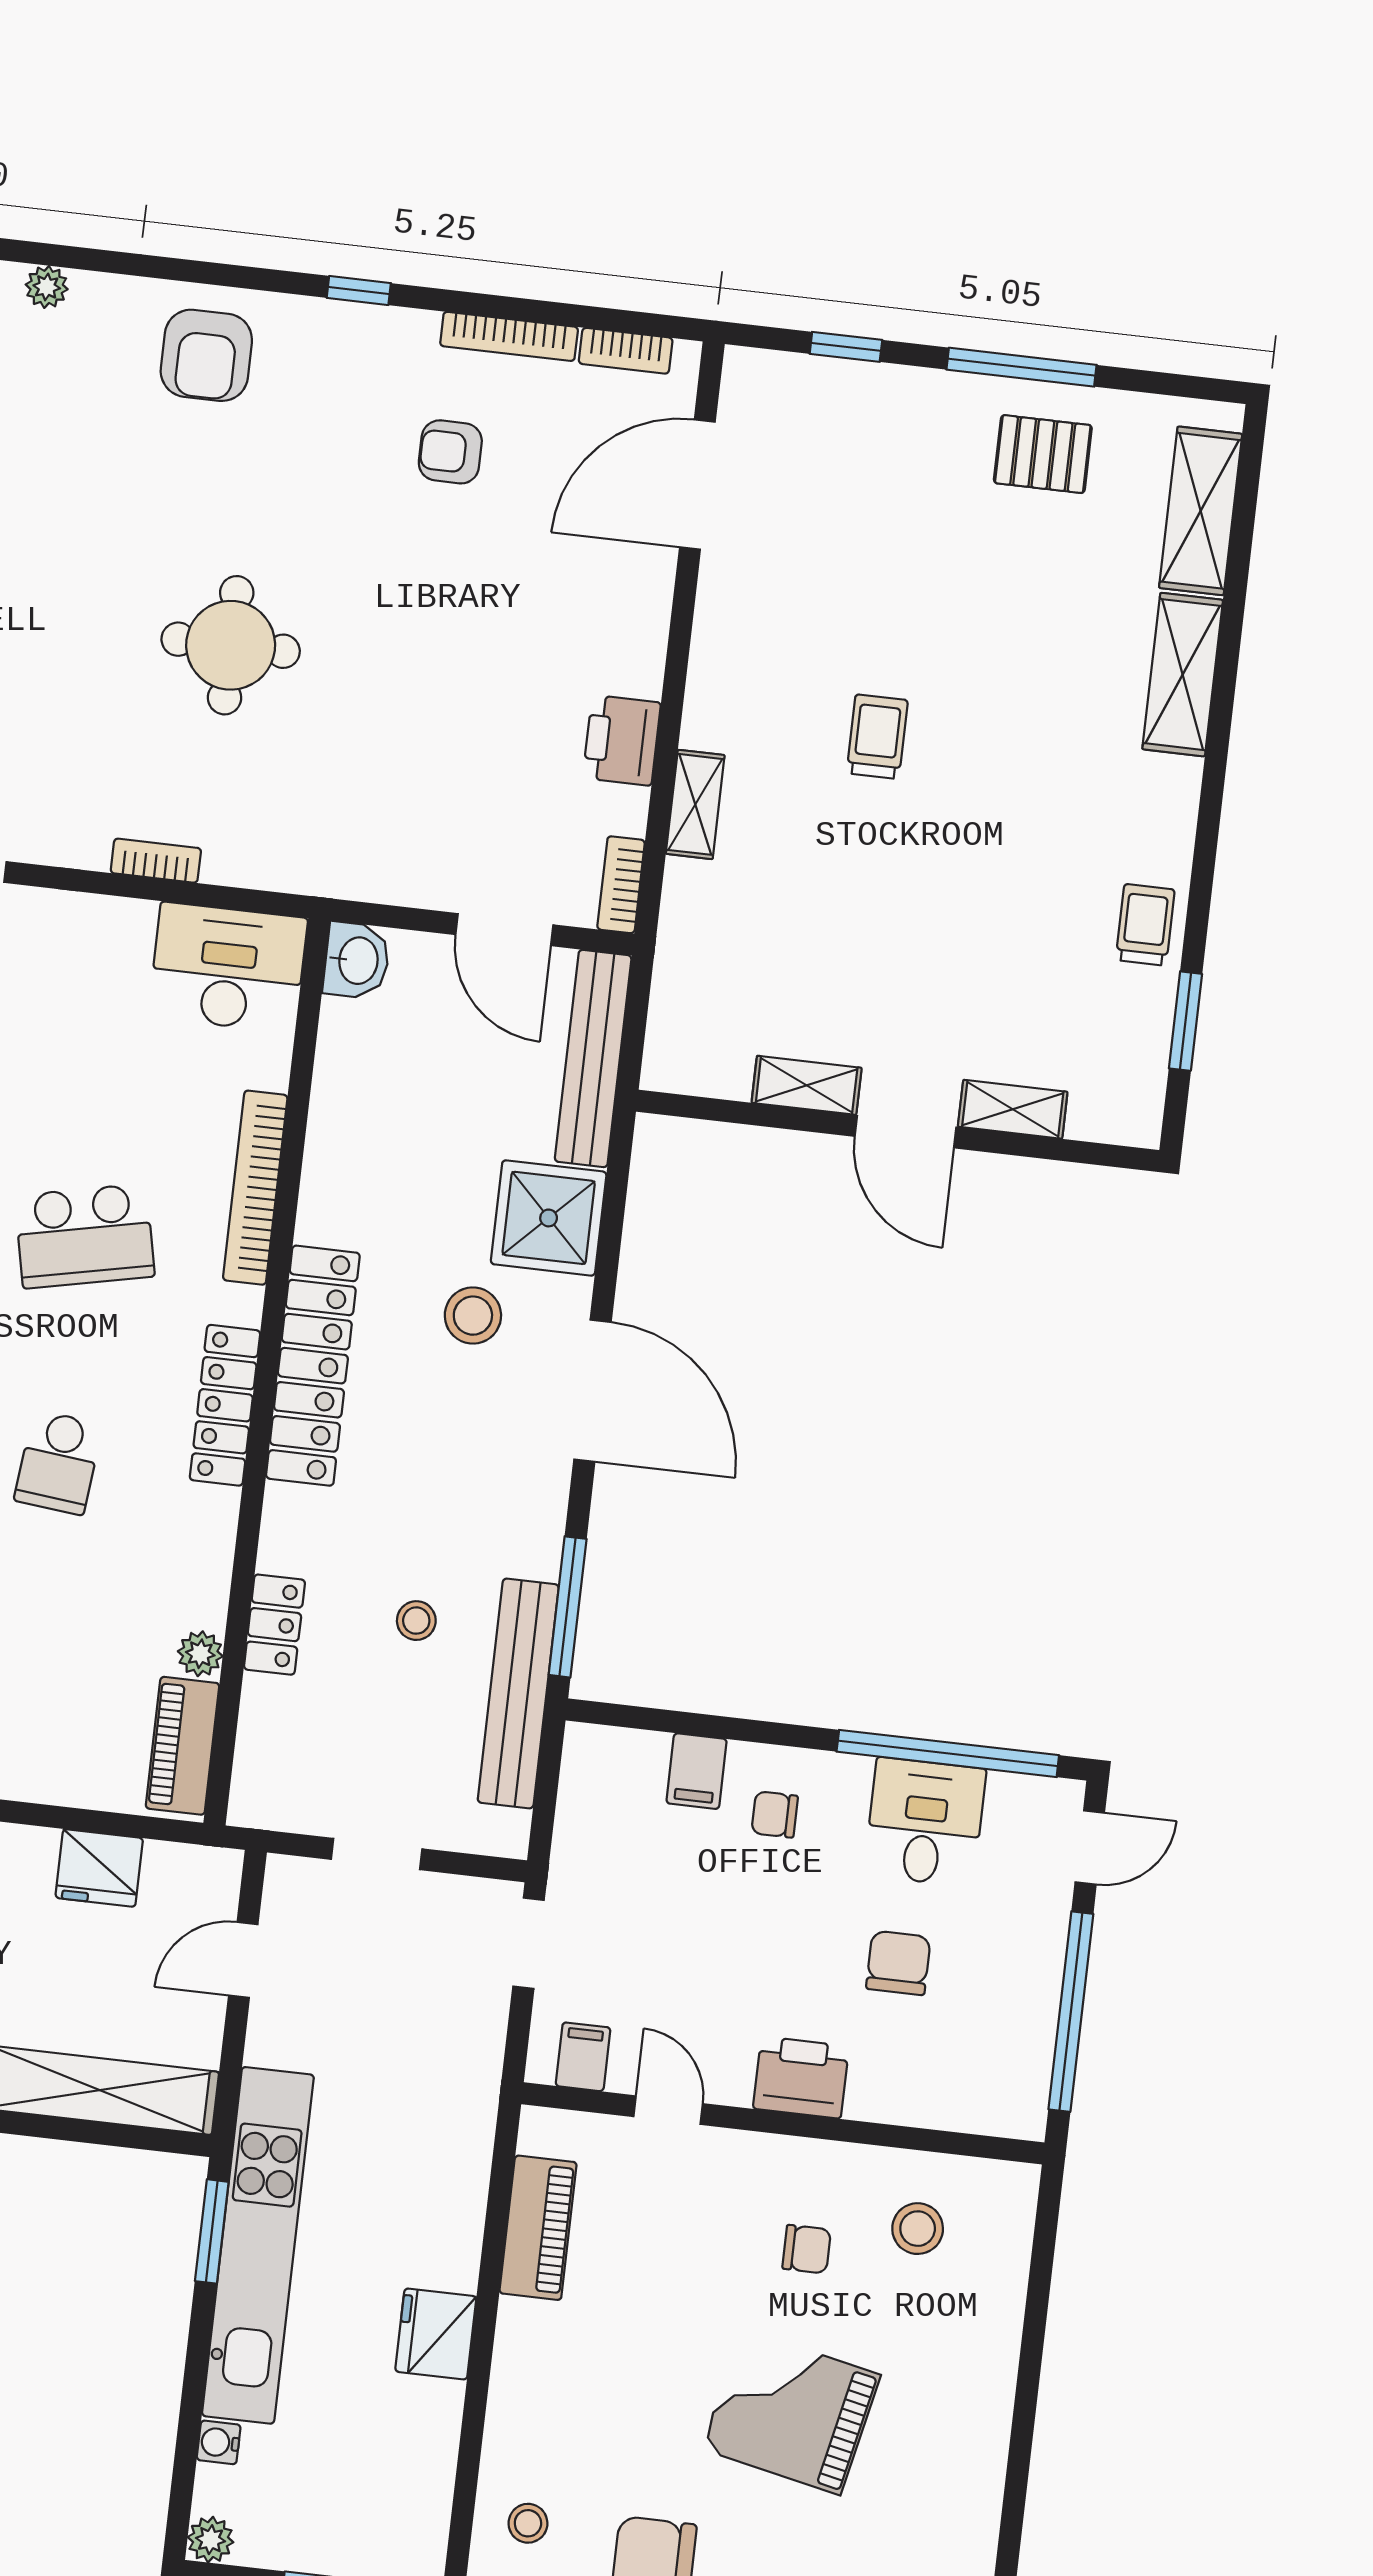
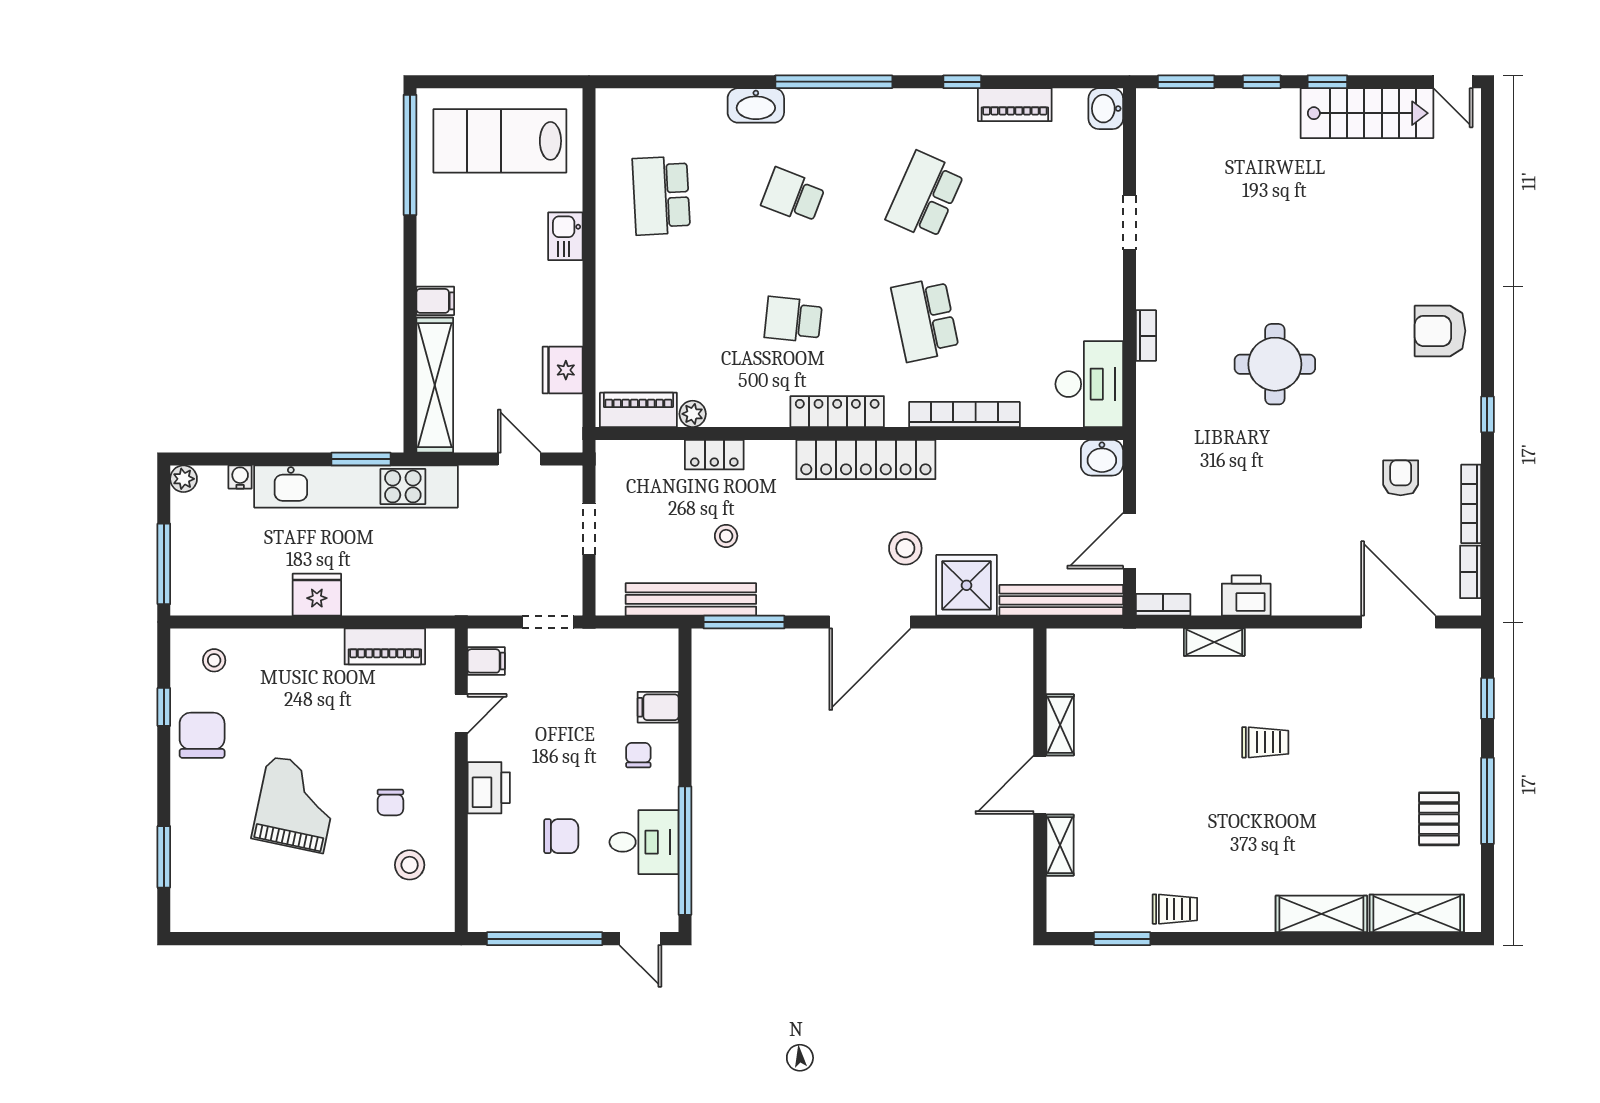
plant: (47, 287) -> (1469, 235), removed

